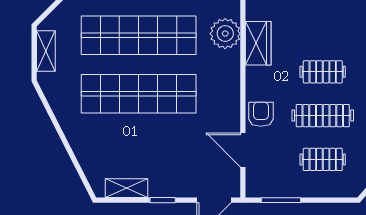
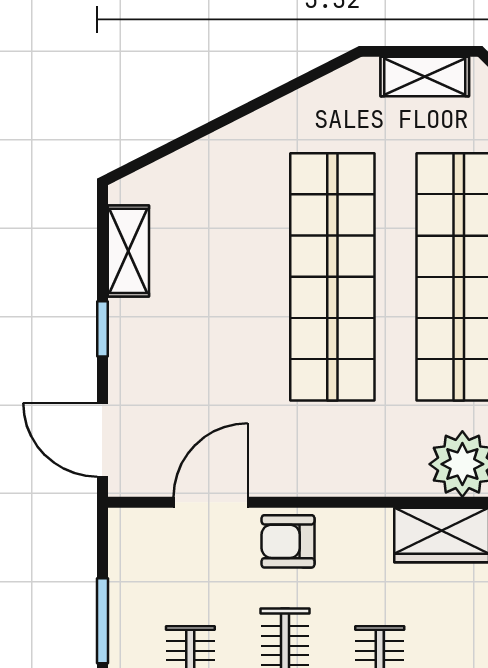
armchair: (261, 114) -> (288, 541), turned 180
window: (281, 200) -> (102, 621), moved

